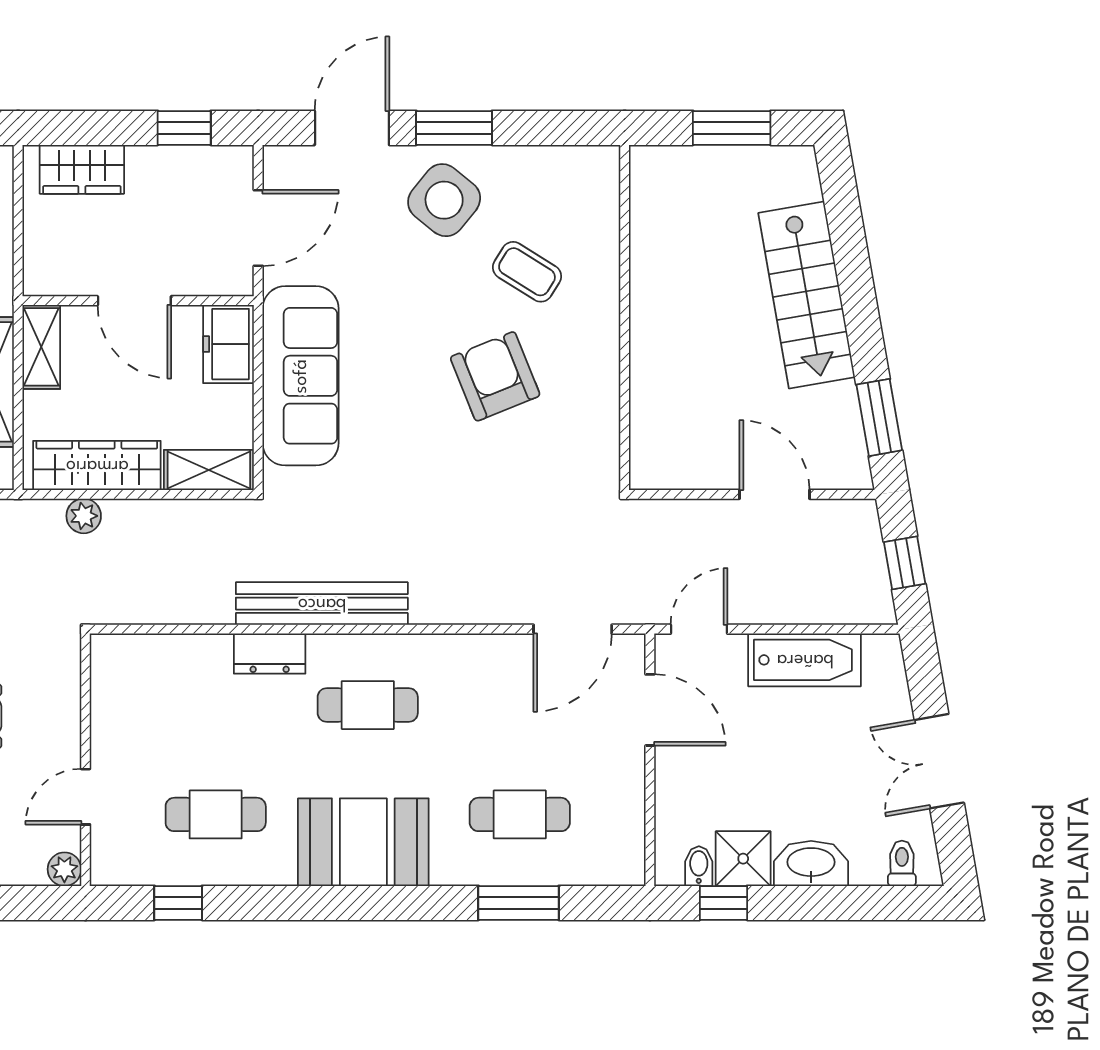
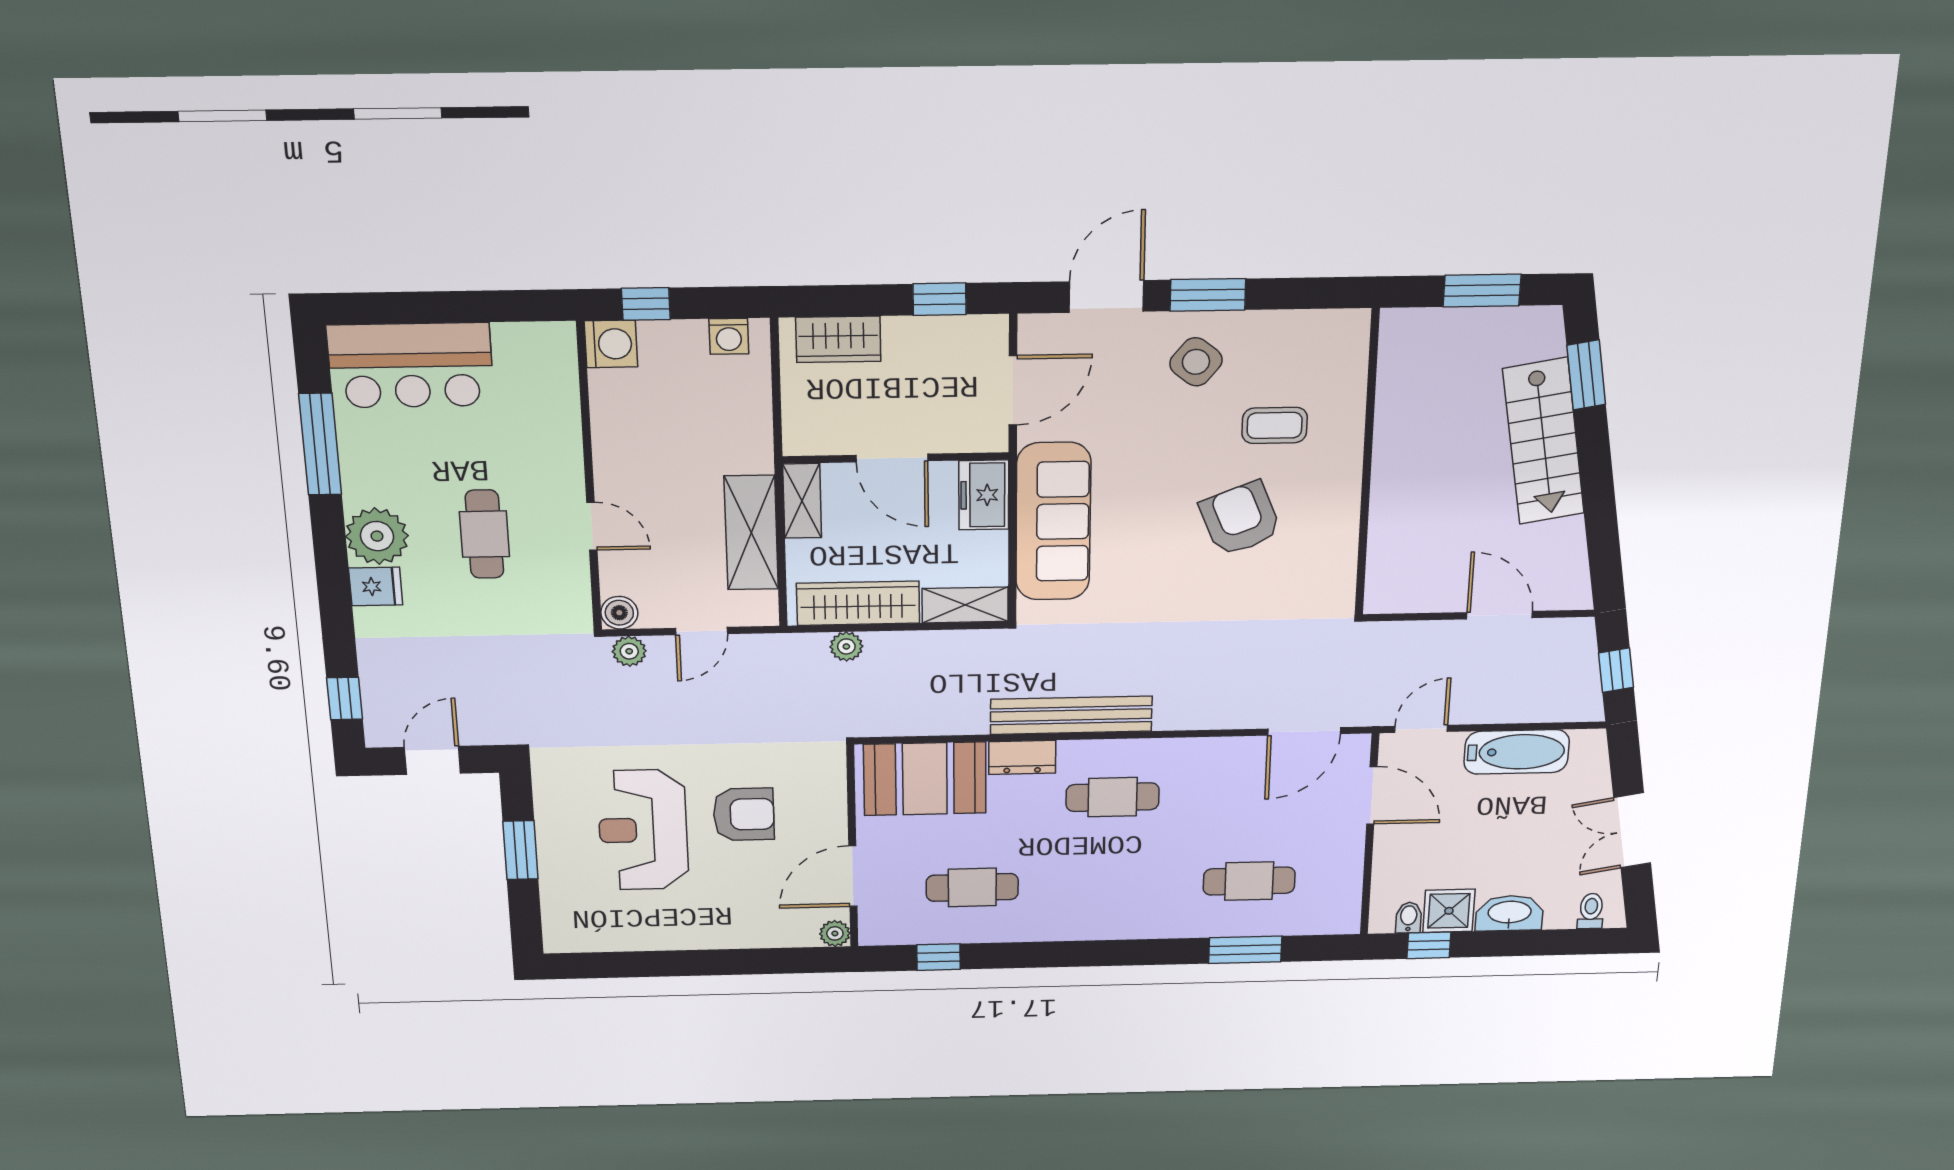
side table: (444, 200) -> (1196, 362), width x0.73, depth x0.73
coffee table: (527, 272) -> (1275, 425), turned -32
window: (879, 417) -> (1586, 375), moved
door: (85, 797) -> (853, 876), width x1.38
booth: (363, 842) -> (925, 779), moved

